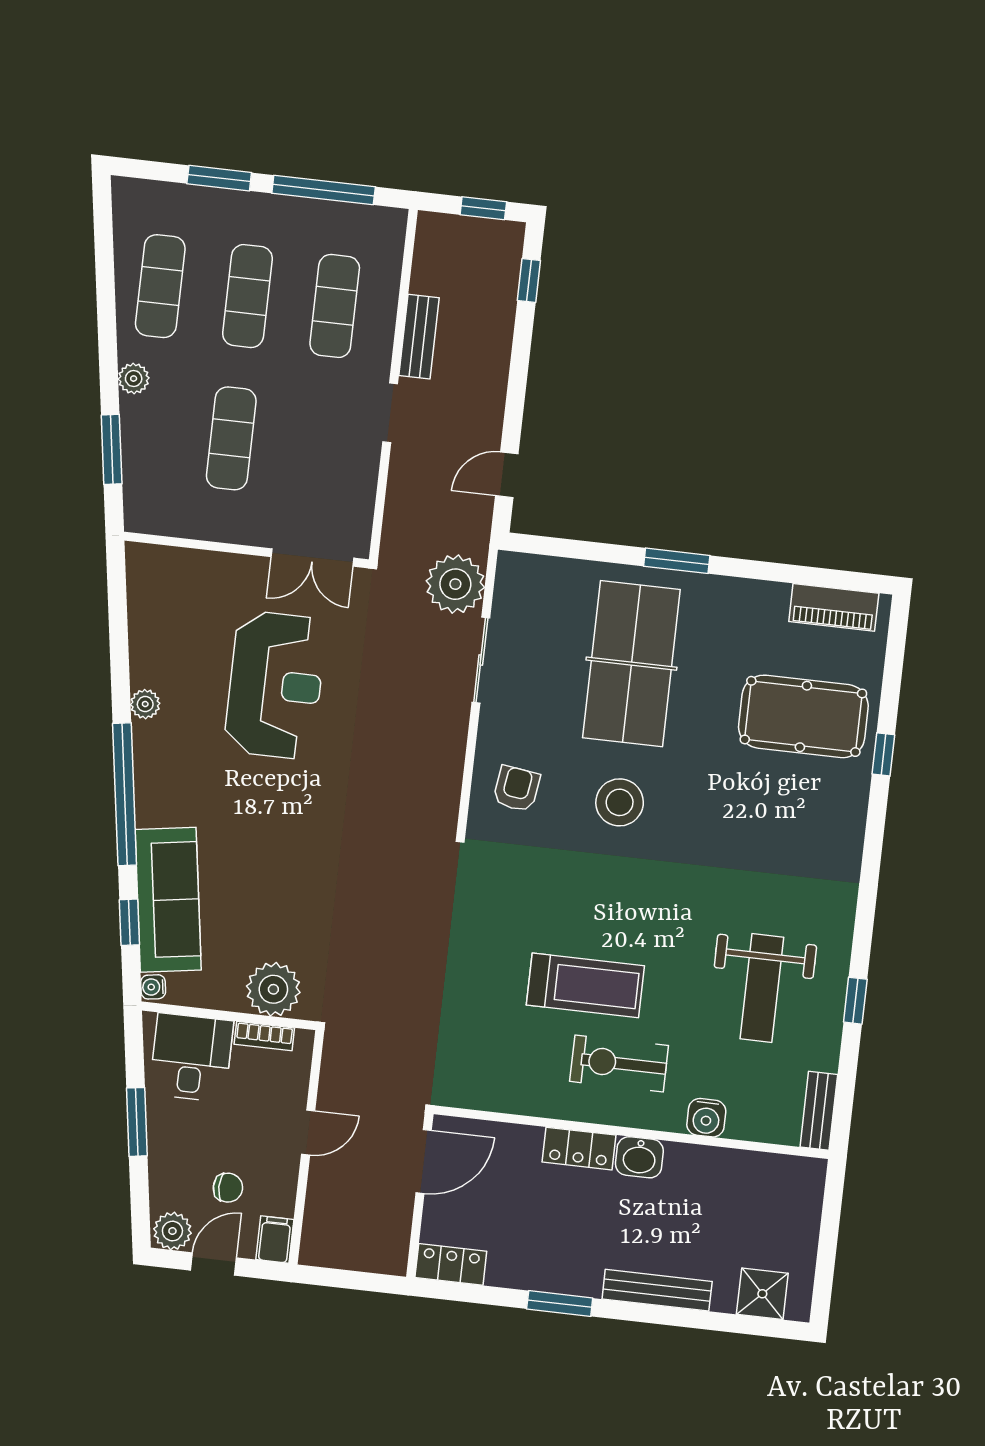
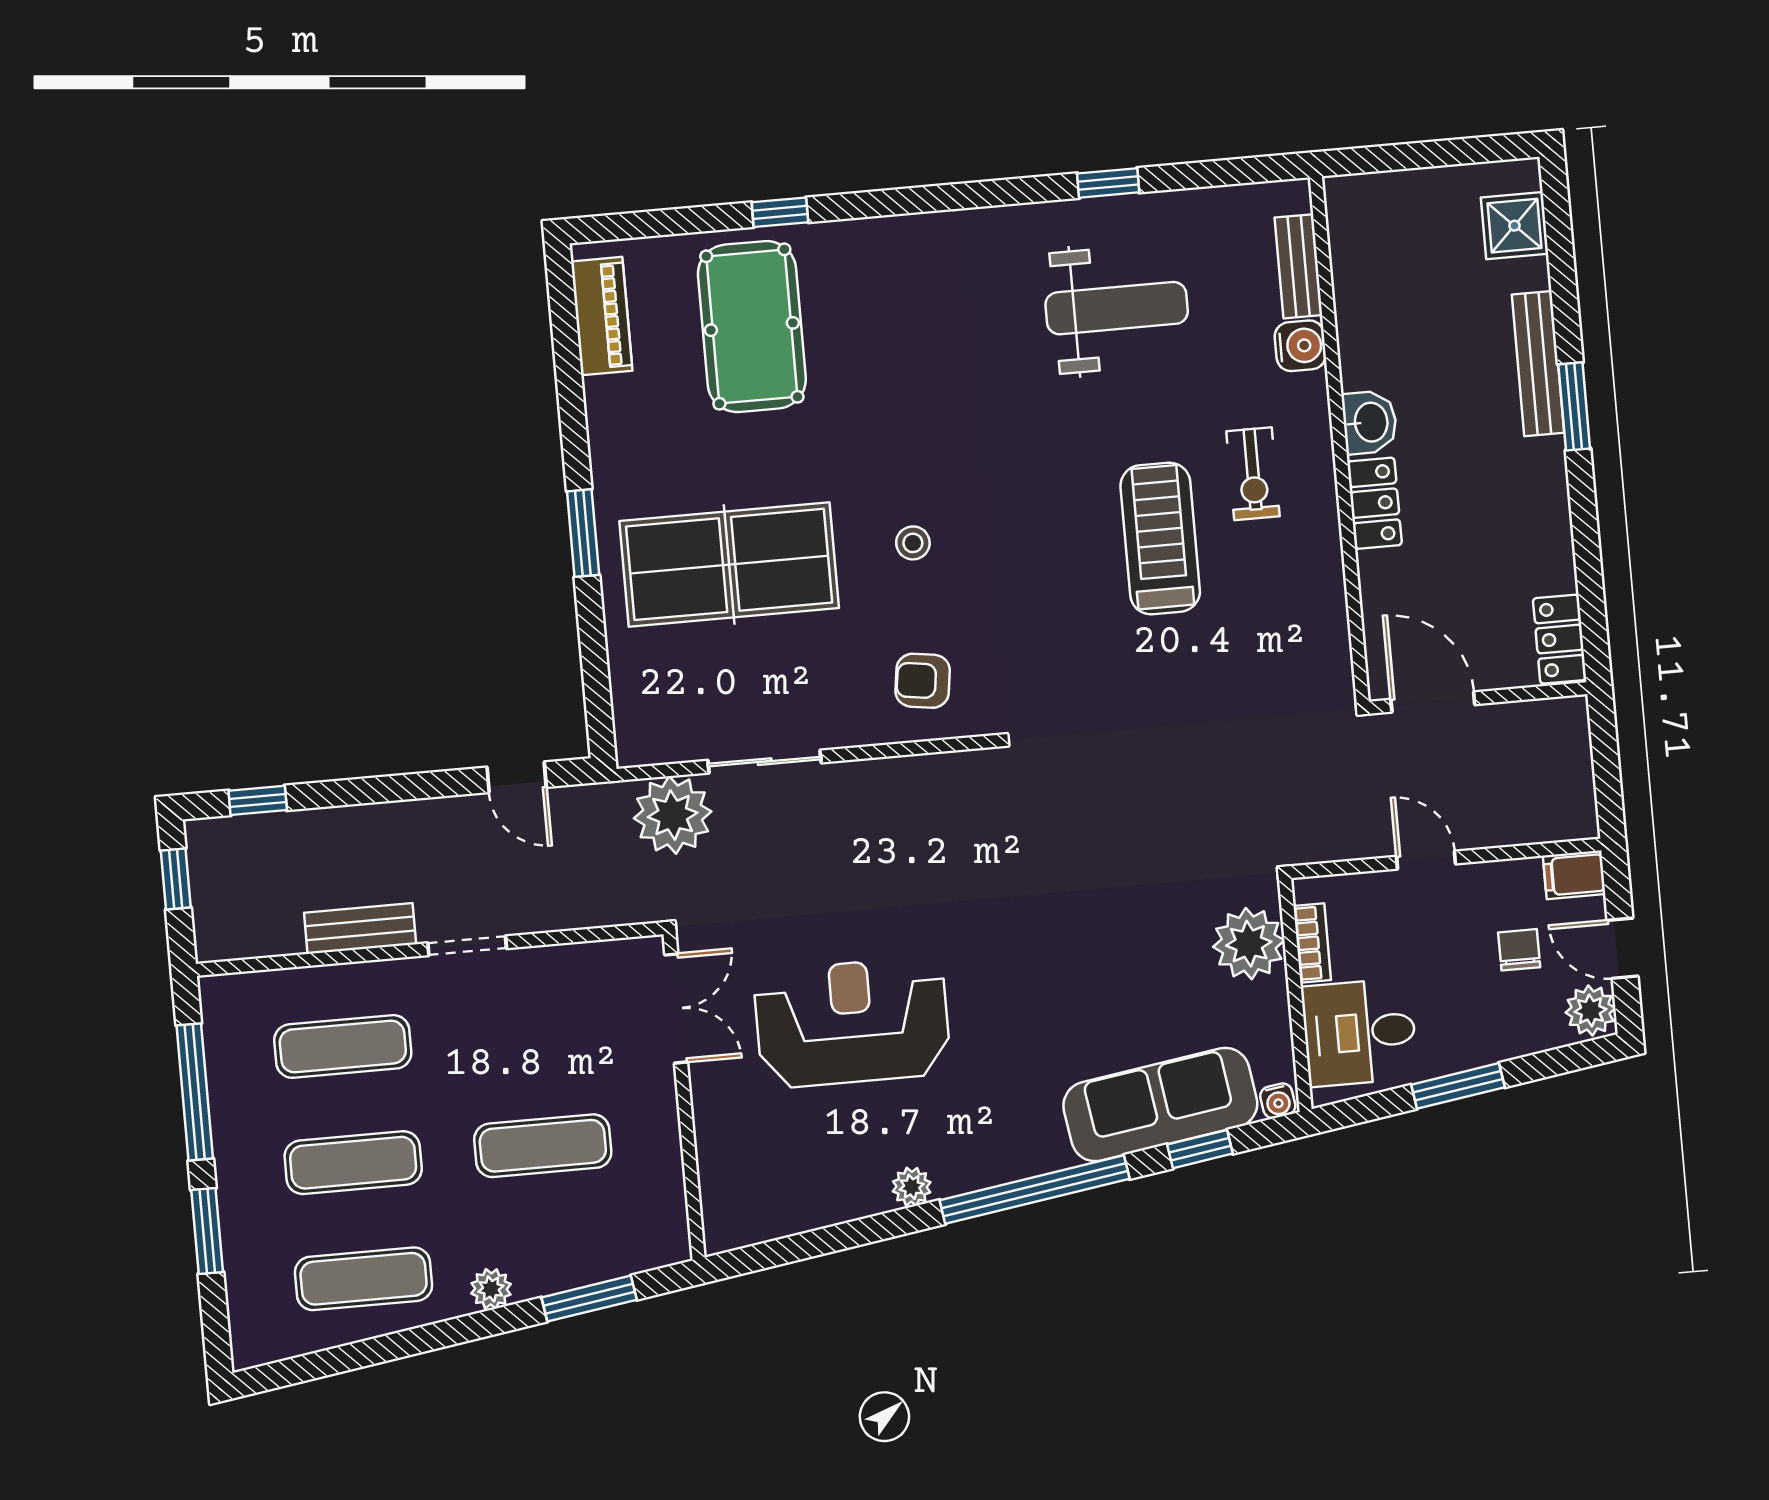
stool: (620, 802) -> (913, 543), width x0.53, depth x0.53
exercise bike: (619, 1063) -> (1253, 474), width x0.73, depth x0.72
bench: (819, 1111) -> (1298, 266), moved, turned 90
window: (560, 1304) -> (1574, 406), moved

